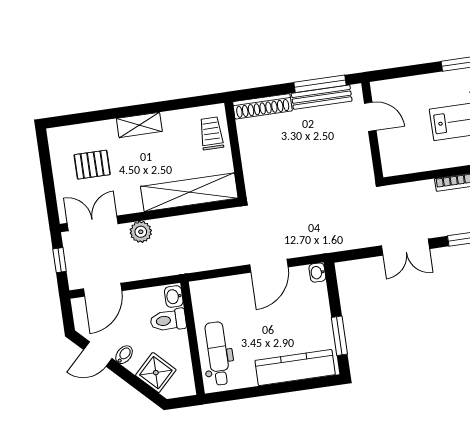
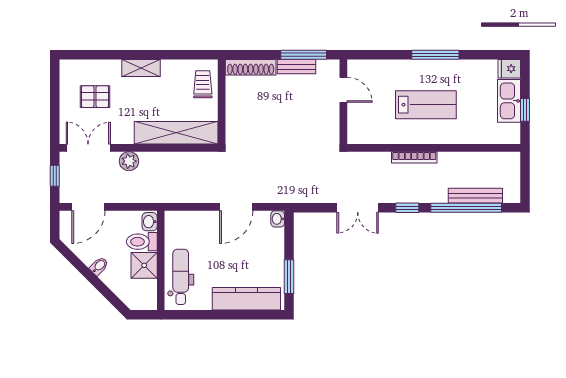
bench: (322, 97) -> (297, 67), width x0.73
door: (98, 354) -> (76, 262), removed
shower: (156, 373) -> (144, 265), moved, turned 45

